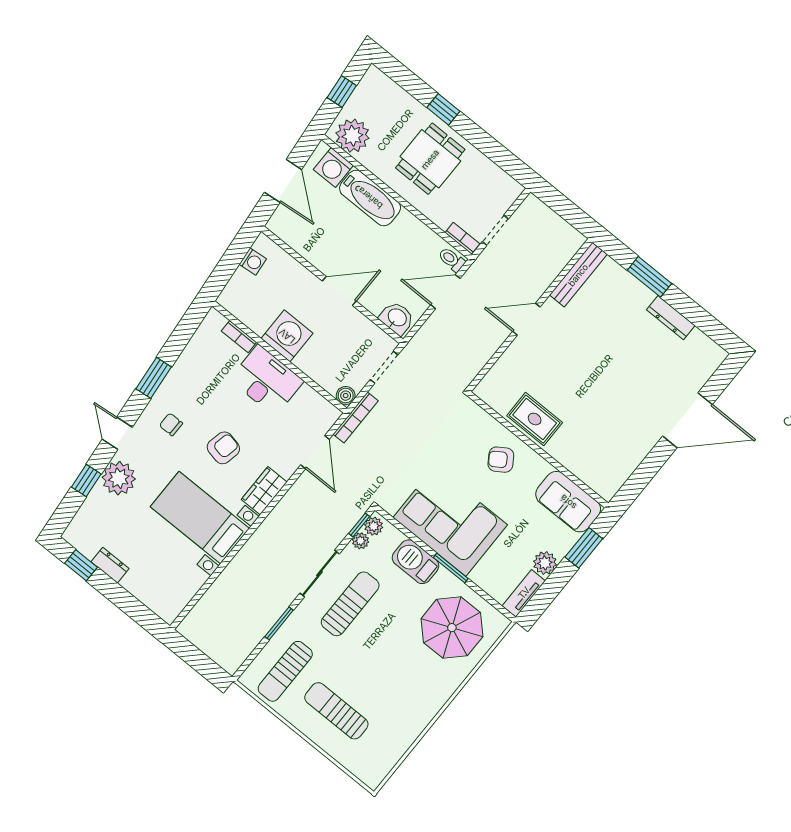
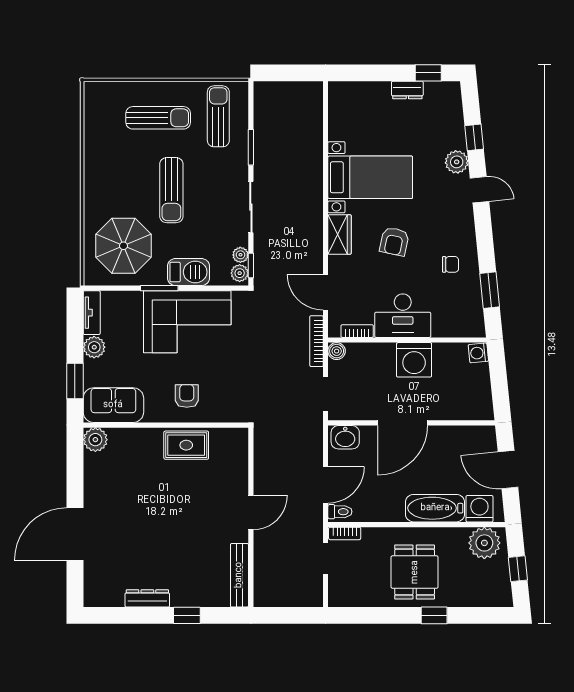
washing machine: (253, 261) -> (478, 353), moved
window: (649, 277) -> (187, 615), width x0.67
door: (339, 291) -> (403, 423), width x1.36
bookcase: (239, 337) -> (357, 331), moved
window: (154, 378) -> (490, 290), moved
chair: (171, 424) -> (451, 264), moved
armchair: (501, 460) -> (187, 396), turned -57
plant: (119, 478) -> (457, 162), width x0.73, depth x0.73
plant: (607, 485) -> (95, 440), added
sun lounger: (350, 604) -> (171, 190), moved

